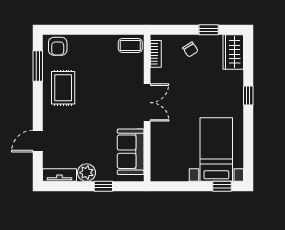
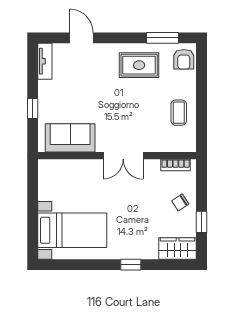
coffee table: (130, 45) -> (179, 113), moved
armchair: (58, 46) -> (184, 59), turned -90
plant: (86, 173) -> (48, 90), removed
window: (222, 186) -> (33, 237), removed

